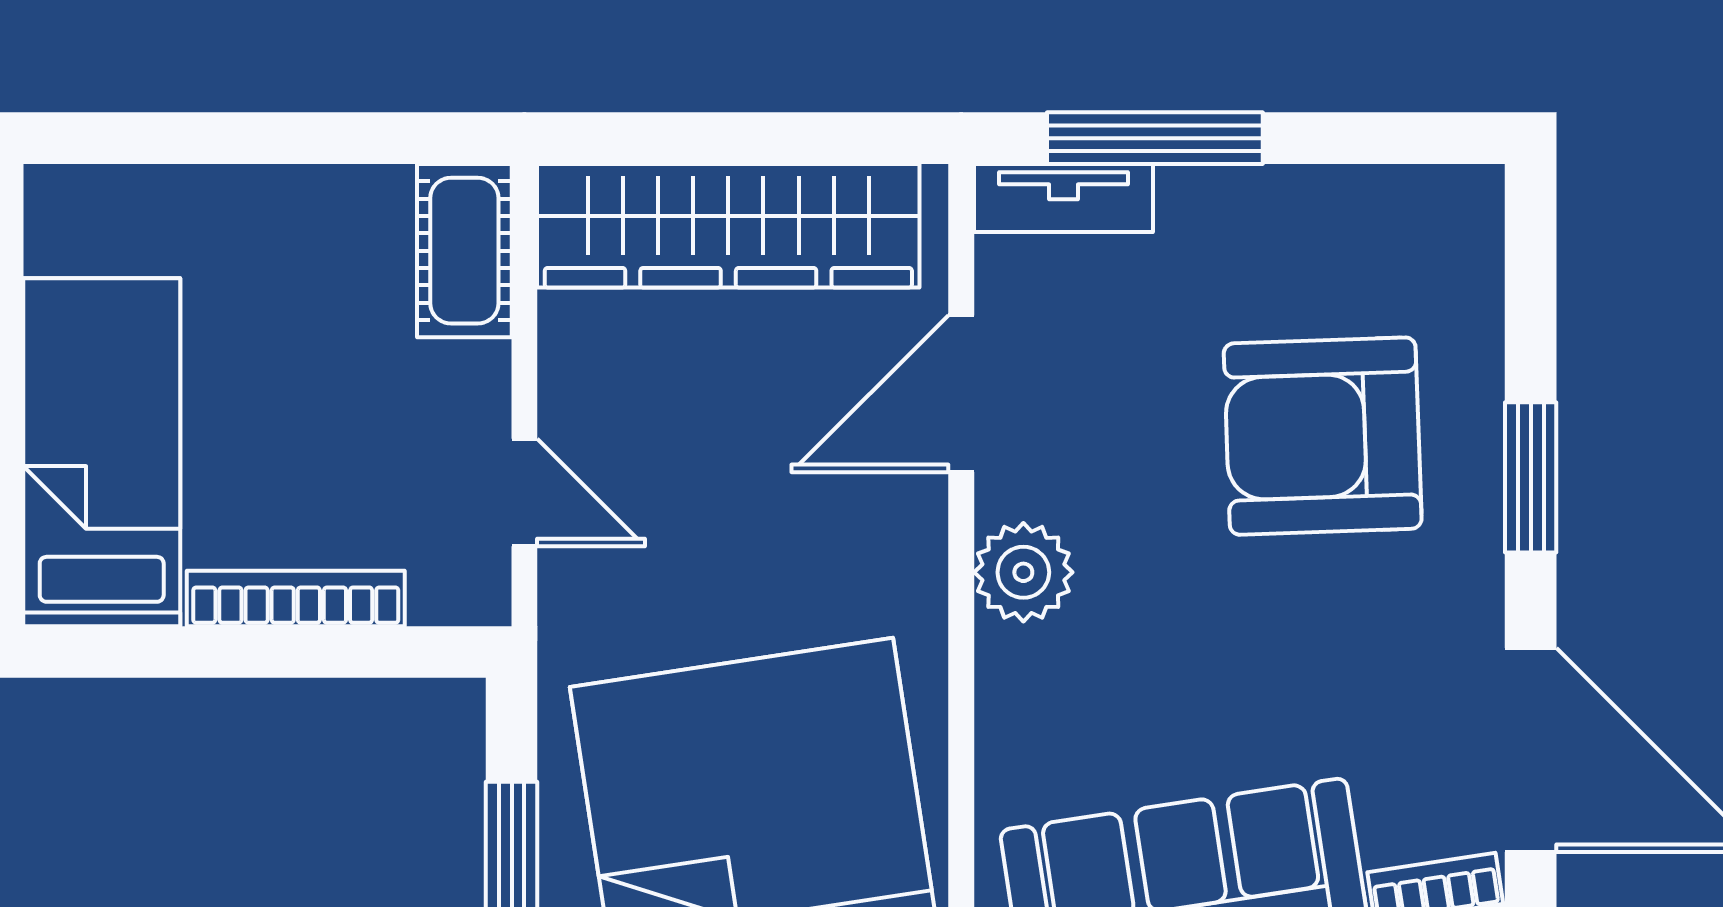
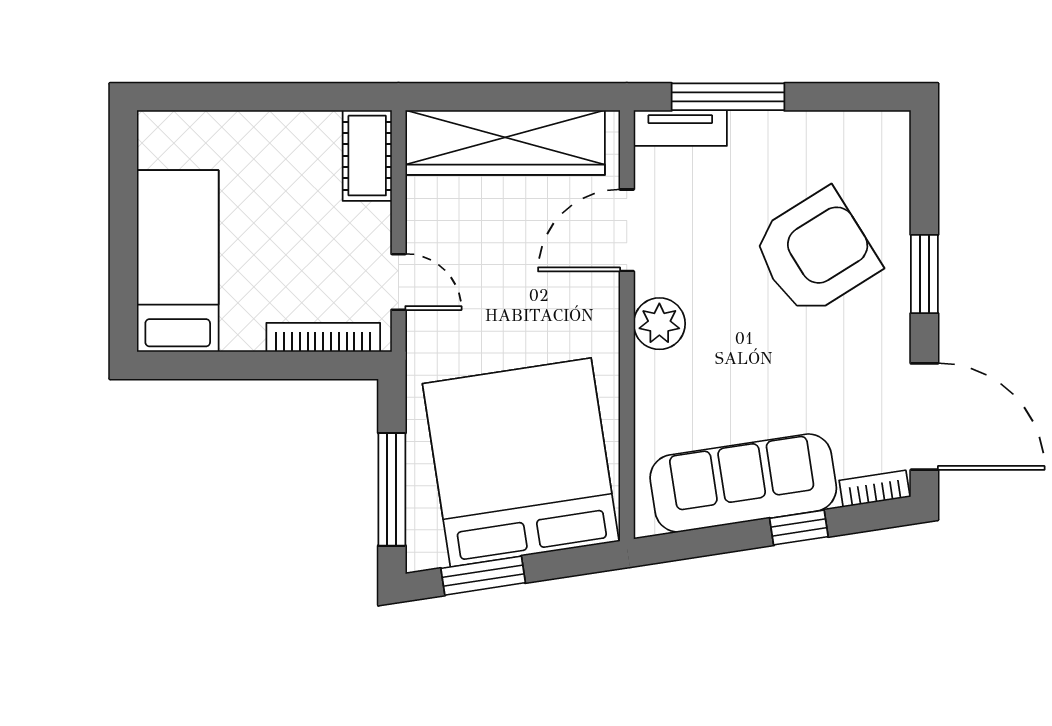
armchair: (1323, 436) -> (816, 252), turned 150
bookcase: (296, 598) -> (323, 337), moved

